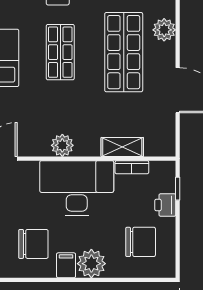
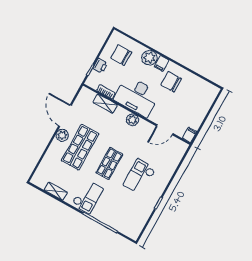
plant: (164, 30) -> (62, 135), moved

